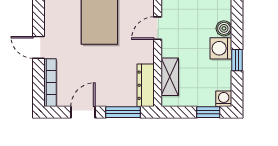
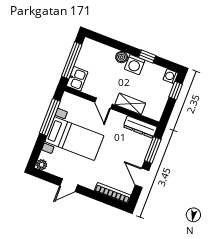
door: (38, 47) -> (69, 185), moved
shelving: (170, 77) -> (130, 104), moved

